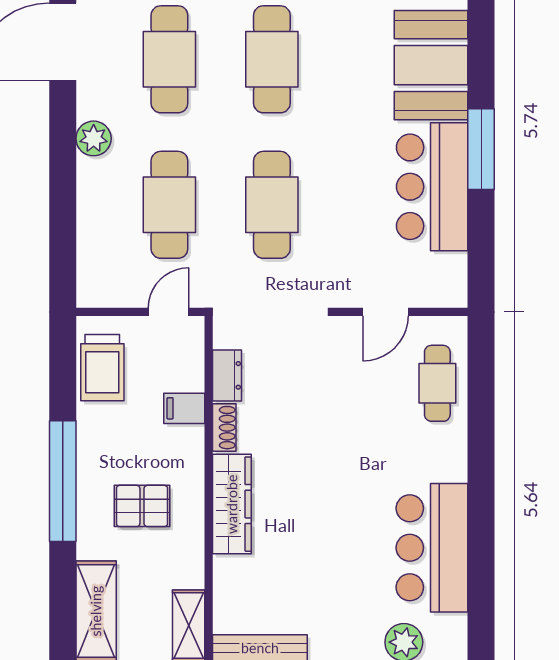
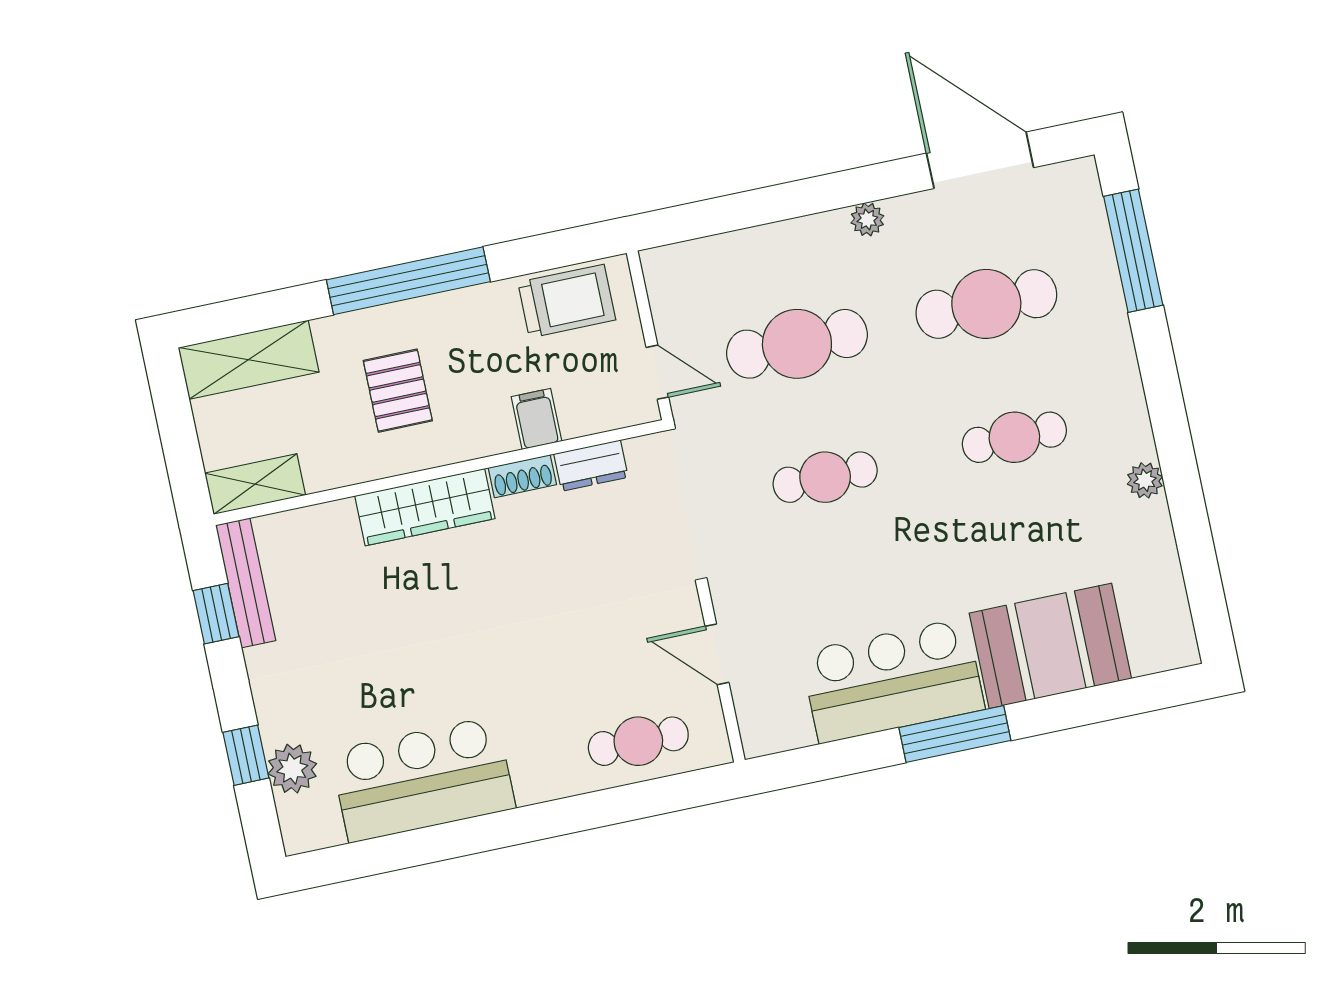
cafe table: (272, 59) -> (1014, 437), width x0.73, depth x0.74
plant: (94, 138) -> (867, 219), width x0.73, depth x0.73
cafe table: (272, 205) -> (825, 477), width x0.73, depth x0.74
trolley: (102, 368) -> (567, 301), turned 180

